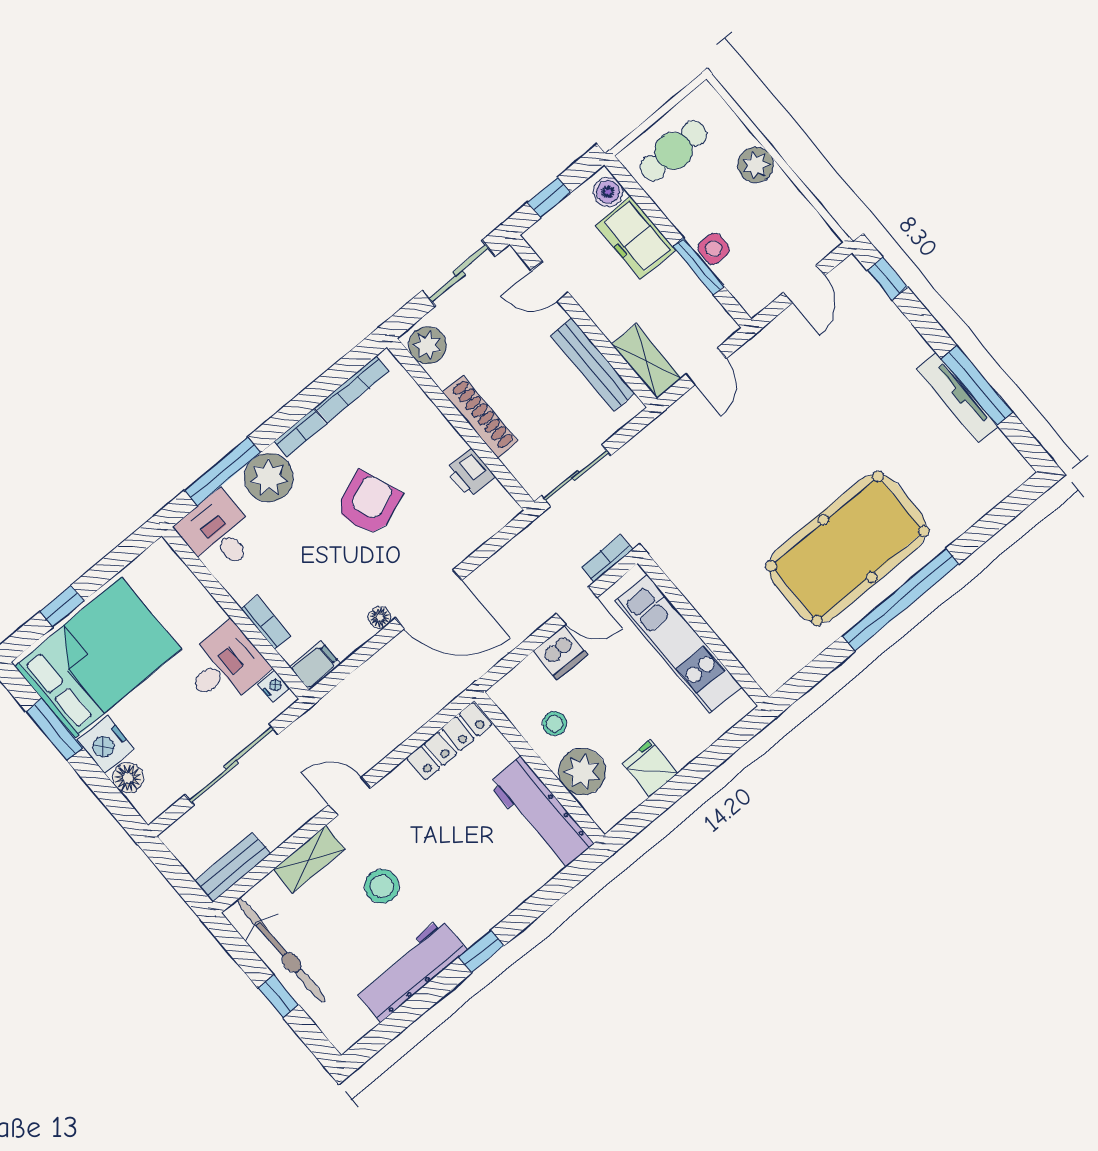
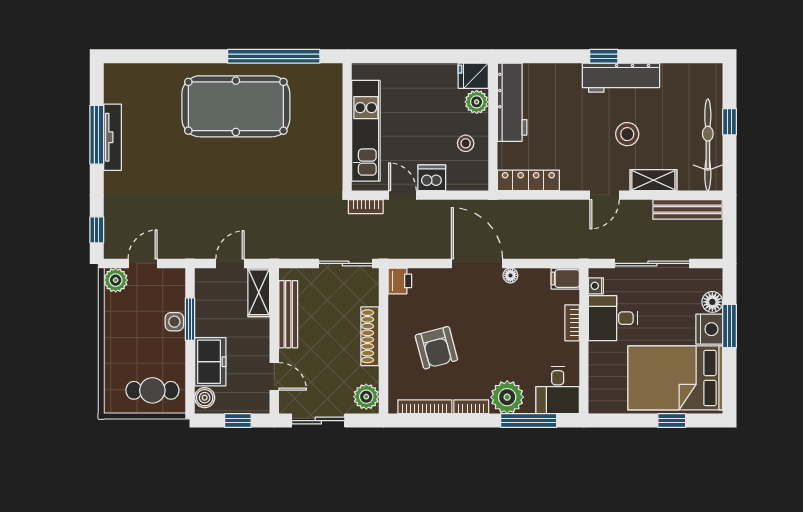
plant: (756, 165) -> (116, 280), moved
printer: (470, 473) -> (400, 281), moved
armchair: (368, 503) -> (436, 348), moved, turned -84
window: (901, 600) -> (274, 56), moved
window: (54, 730) -> (730, 326), moved
fridge: (650, 768) -> (473, 76), moved, turned 90
plant: (582, 772) -> (477, 102), width x0.73, depth x0.73
door: (350, 796) -> (605, 195), hinge flipped
bench: (233, 867) -> (687, 209), width x1.36
workbench: (411, 970) -> (621, 78), moved

